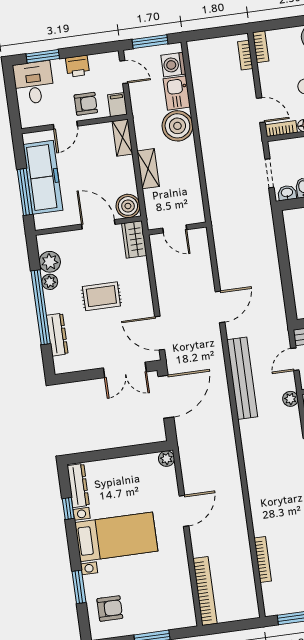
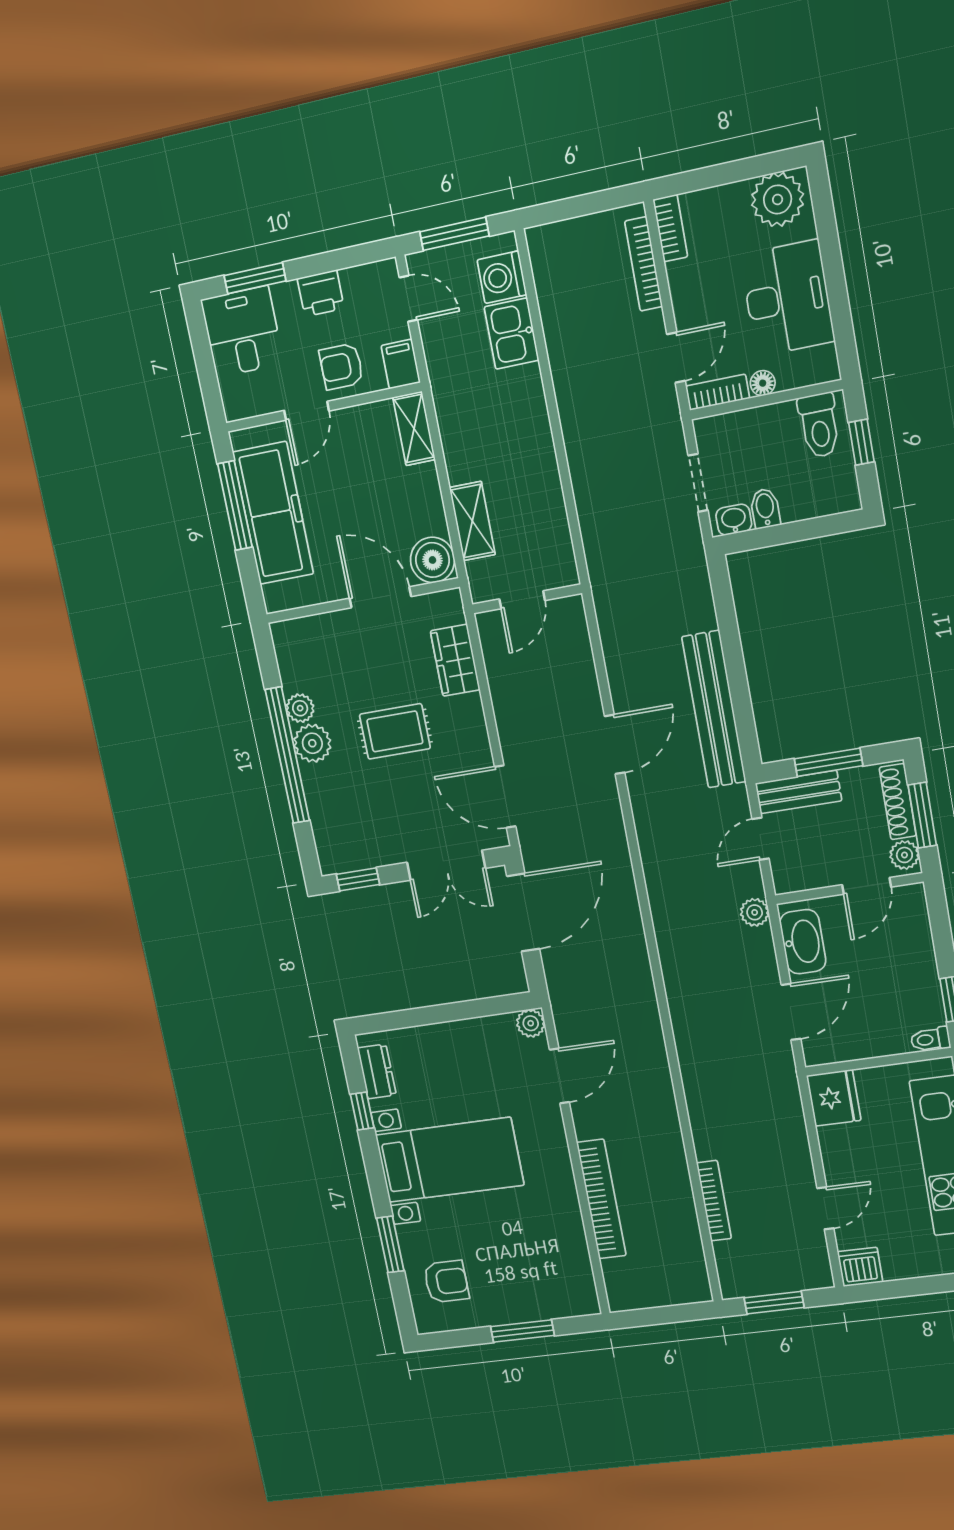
bookcase: (245, 55) -> (644, 264), width x1.56
armchair: (86, 104) -> (341, 366), turned 180
door: (261, 110) -> (676, 357), hinge flipped
boiler: (177, 126) -> (516, 399), removed
shelving: (148, 169) -> (472, 521), moved
window: (25, 192) -> (235, 505), moved
door: (175, 229) -> (522, 600), hinge flipped
wardrobe: (134, 239) -> (455, 660), moved
plant: (50, 262) -> (312, 743), moved
dresser: (57, 335) -> (321, 804), removed
window: (75, 377) -> (358, 879), added
bench: (242, 378) -> (714, 709), moved
dresser: (78, 486) -> (377, 1071), width x0.70
door: (184, 511) -> (559, 1076), moved
bookcase: (205, 591) -> (601, 1199), moved

